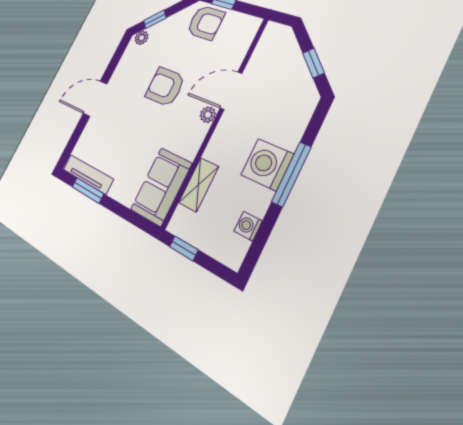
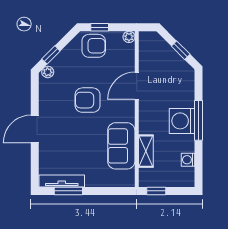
plant: (208, 115) -> (129, 37), moved
sofa: (161, 187) -> (121, 146), moved

